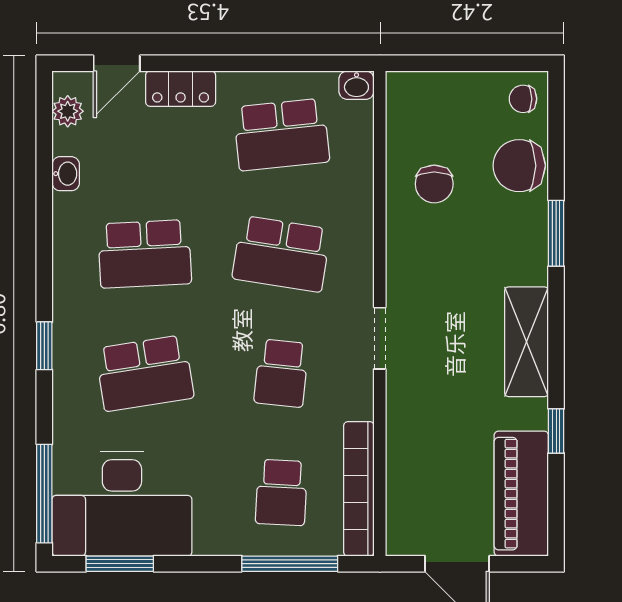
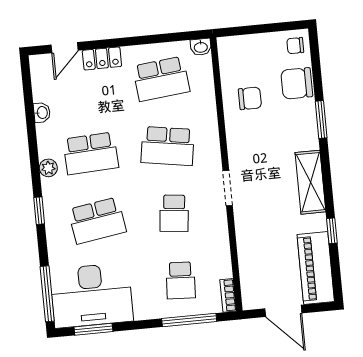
plant: (68, 111) -> (48, 168), moved
chair: (434, 184) -> (250, 98), turned -90
bookcase: (359, 489) -> (228, 295), width x0.43, depth x0.76

